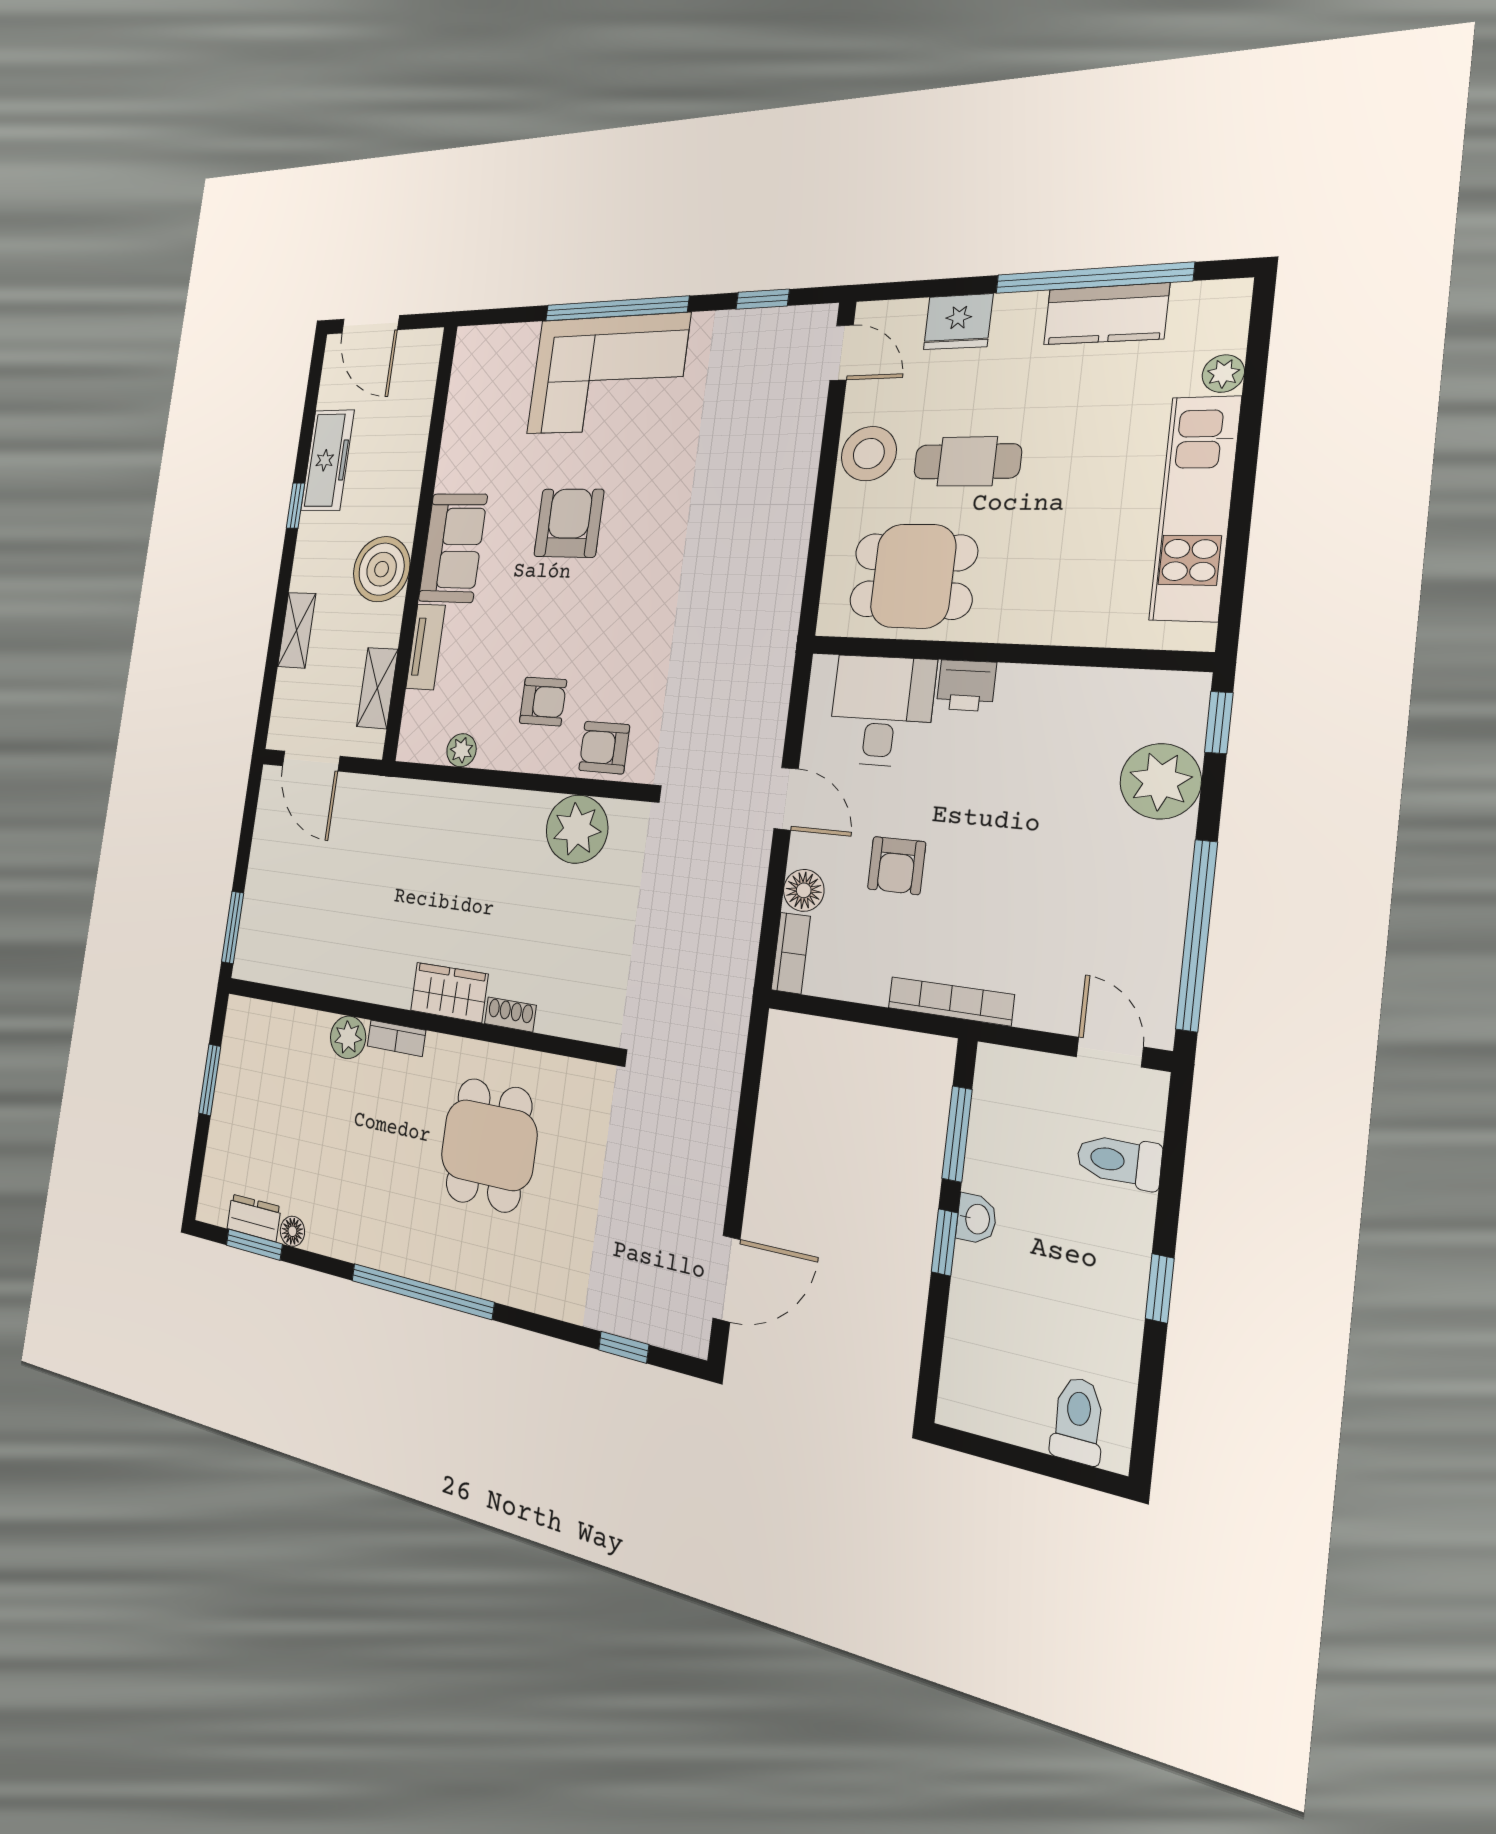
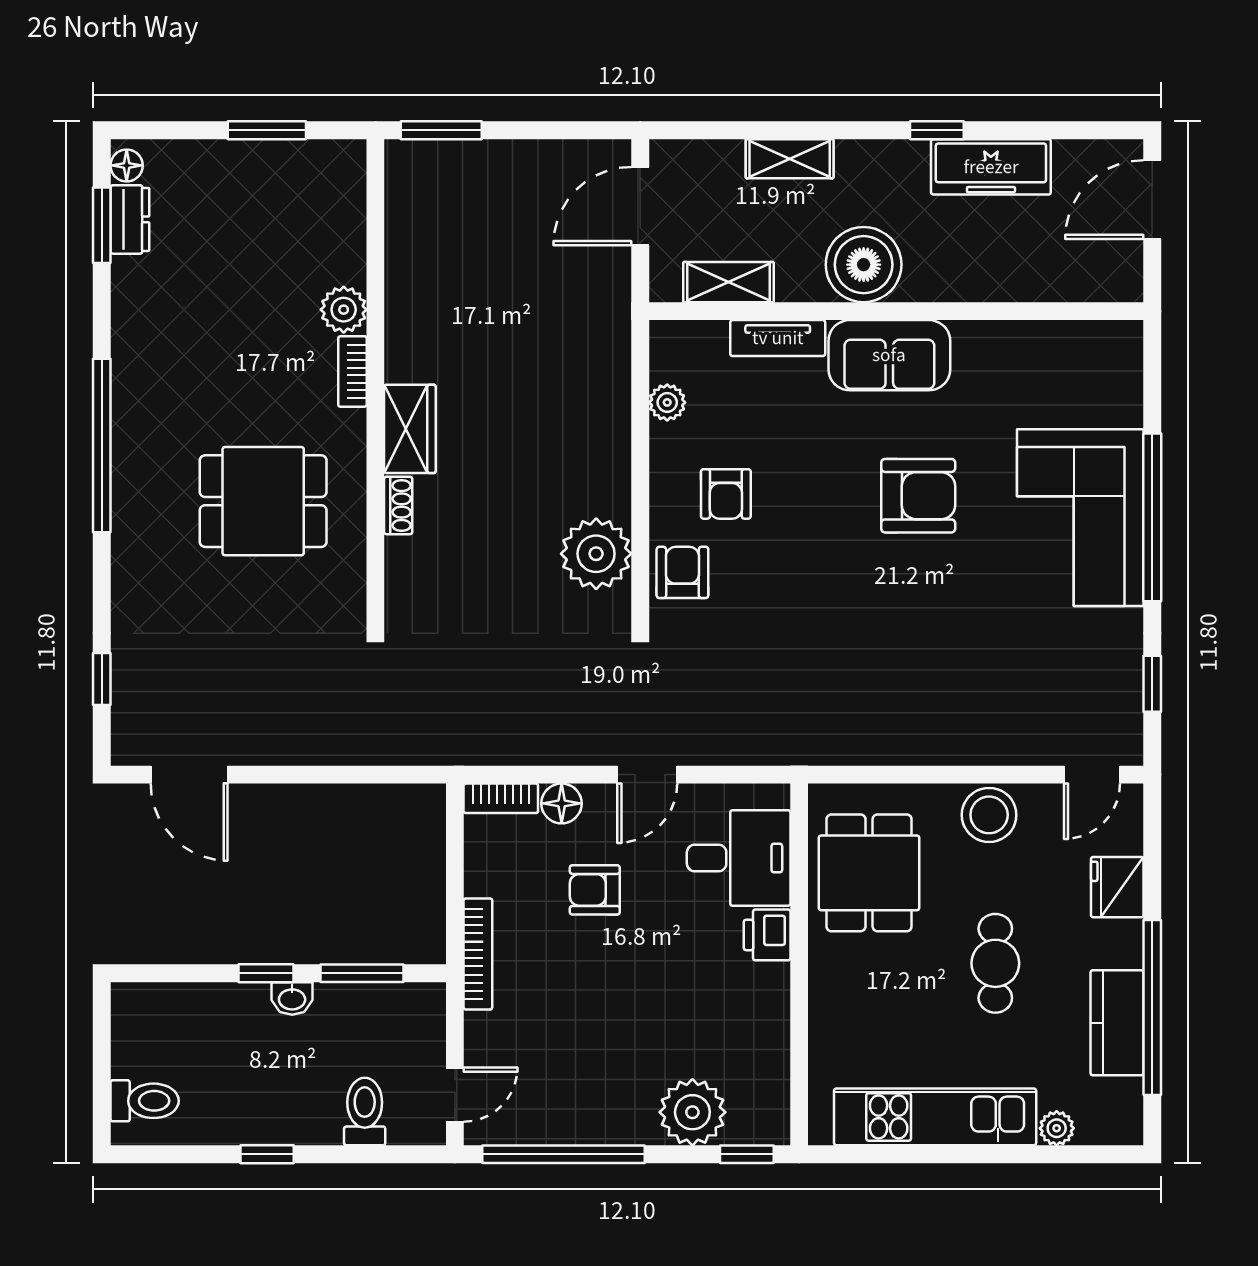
cafe table: (967, 461) -> (995, 963), moved
floor lamp: (292, 1231) -> (127, 165), moved

